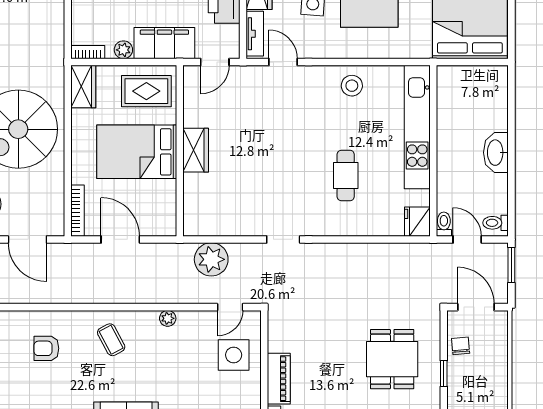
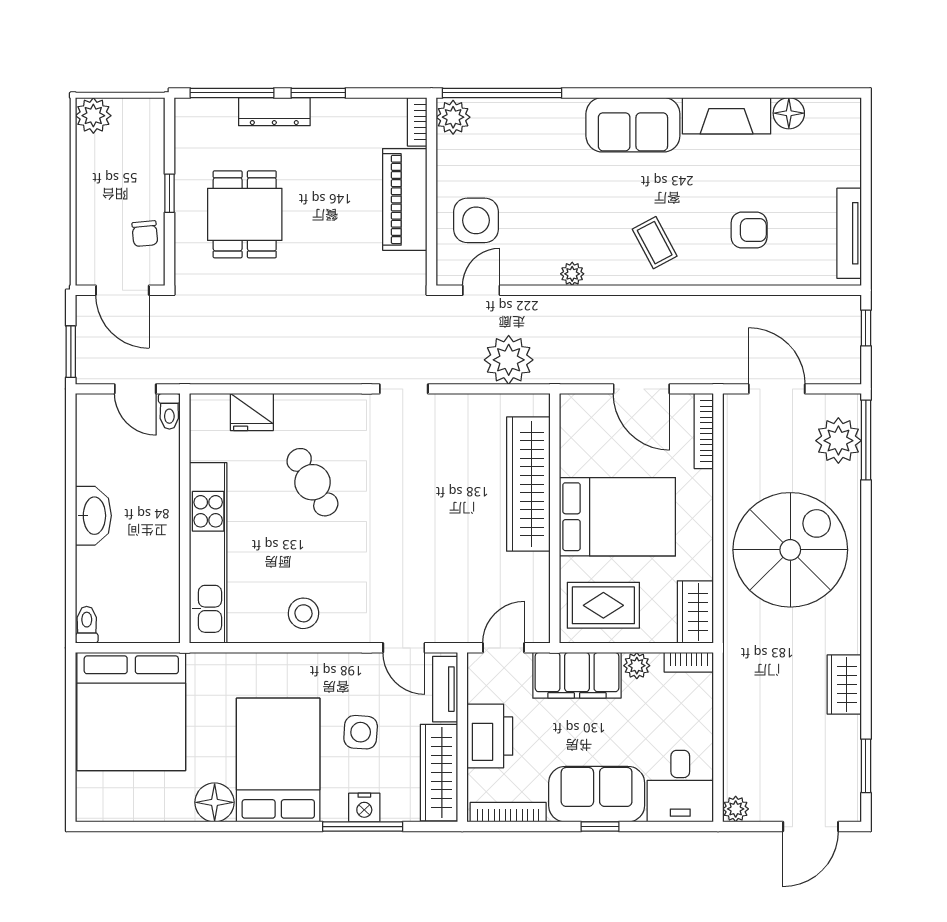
wardrobe: (196, 150) -> (528, 484), width x2.10, depth x1.17
cafe table: (346, 175) -> (312, 482), turned -31
fridge: (417, 222) -> (252, 412), moved, turned 90
toilet: (496, 223) -> (87, 625), moved, turned -90
piano: (279, 379) -> (405, 199), width x1.37, depth x1.33

